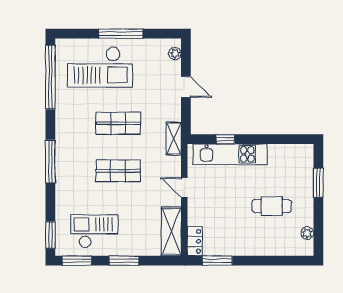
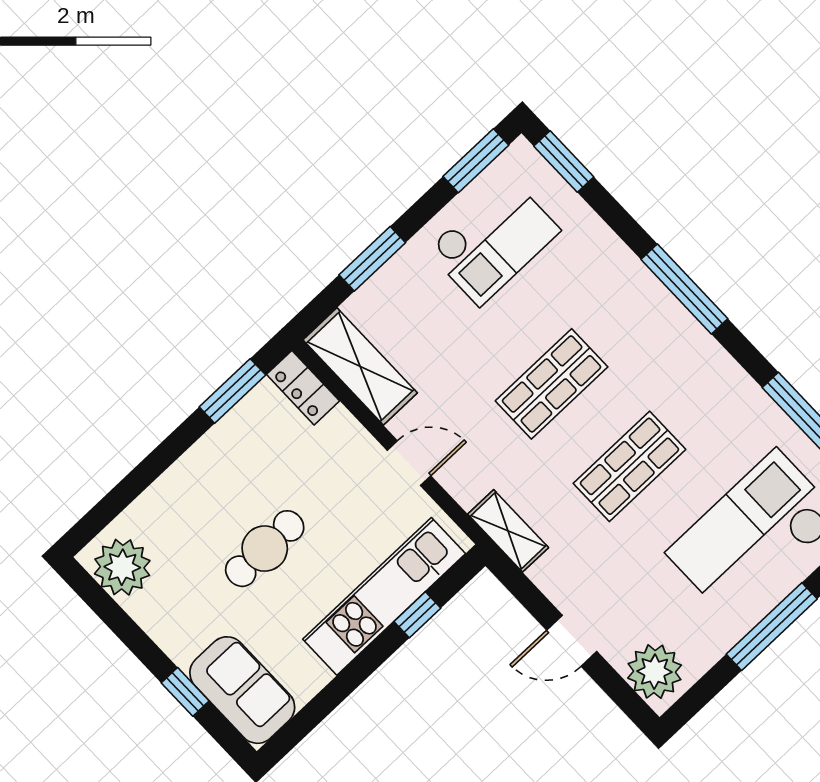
plant: (175, 54) -> (655, 672), width x1.88, depth x1.88
sofa: (300, 167) -> (242, 690), added
window: (318, 183) -> (185, 692), width x0.67
cafe table: (272, 206) -> (265, 549), moved
plant: (307, 233) -> (122, 567), width x1.88, depth x1.88
window: (124, 261) -> (372, 259), moved

